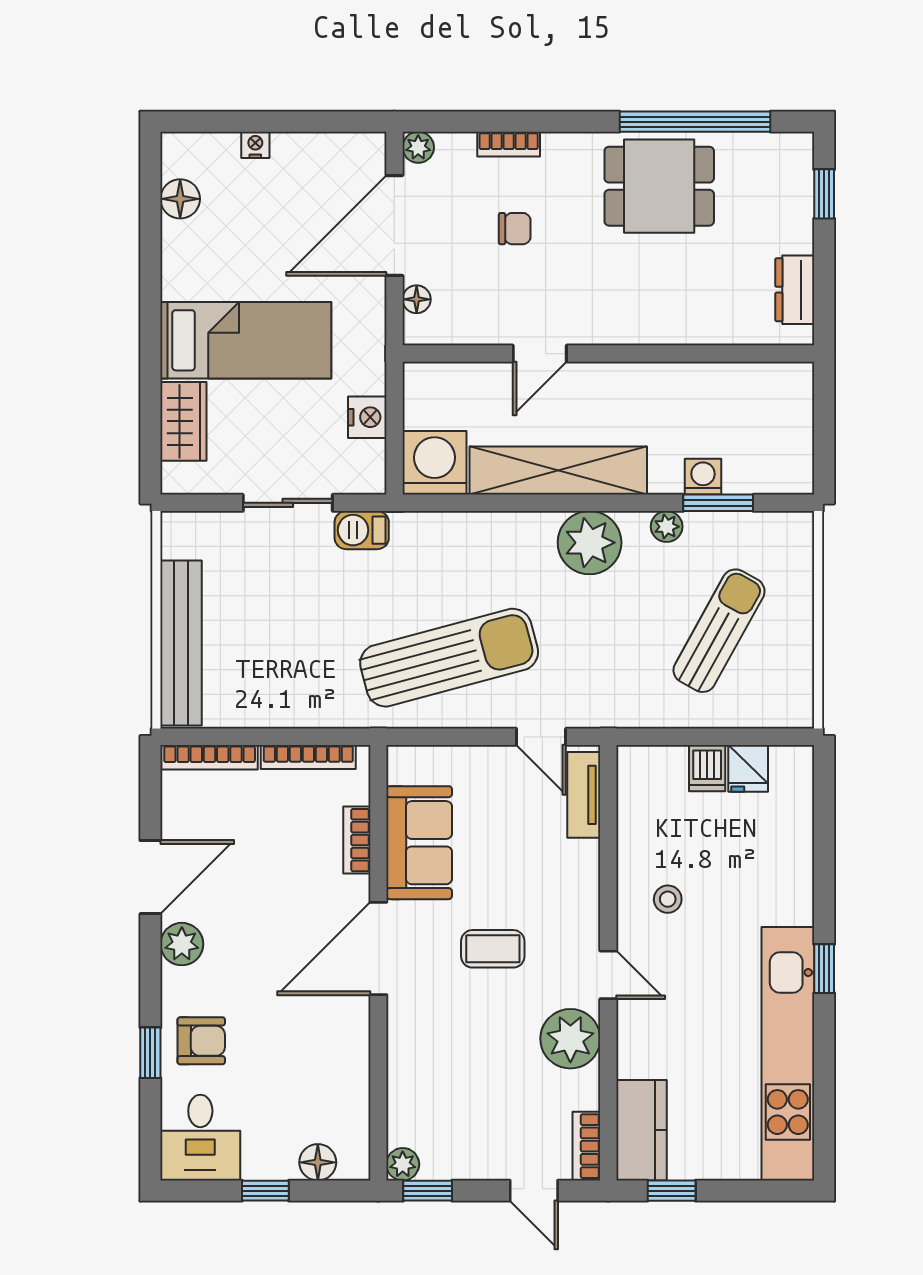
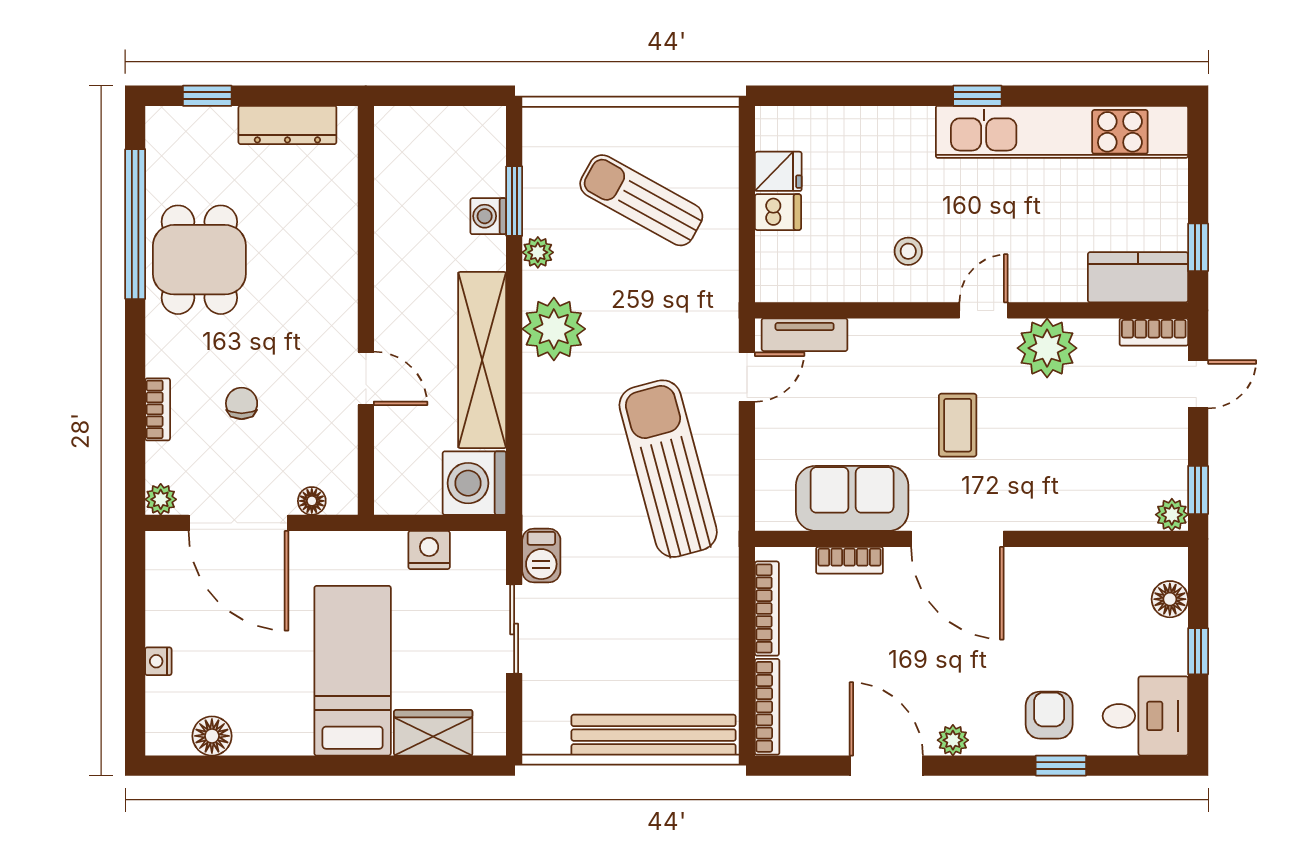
dresser: (795, 290) -> (287, 125), width x1.44
plant: (182, 944) -> (953, 740), width x0.73, depth x0.73

